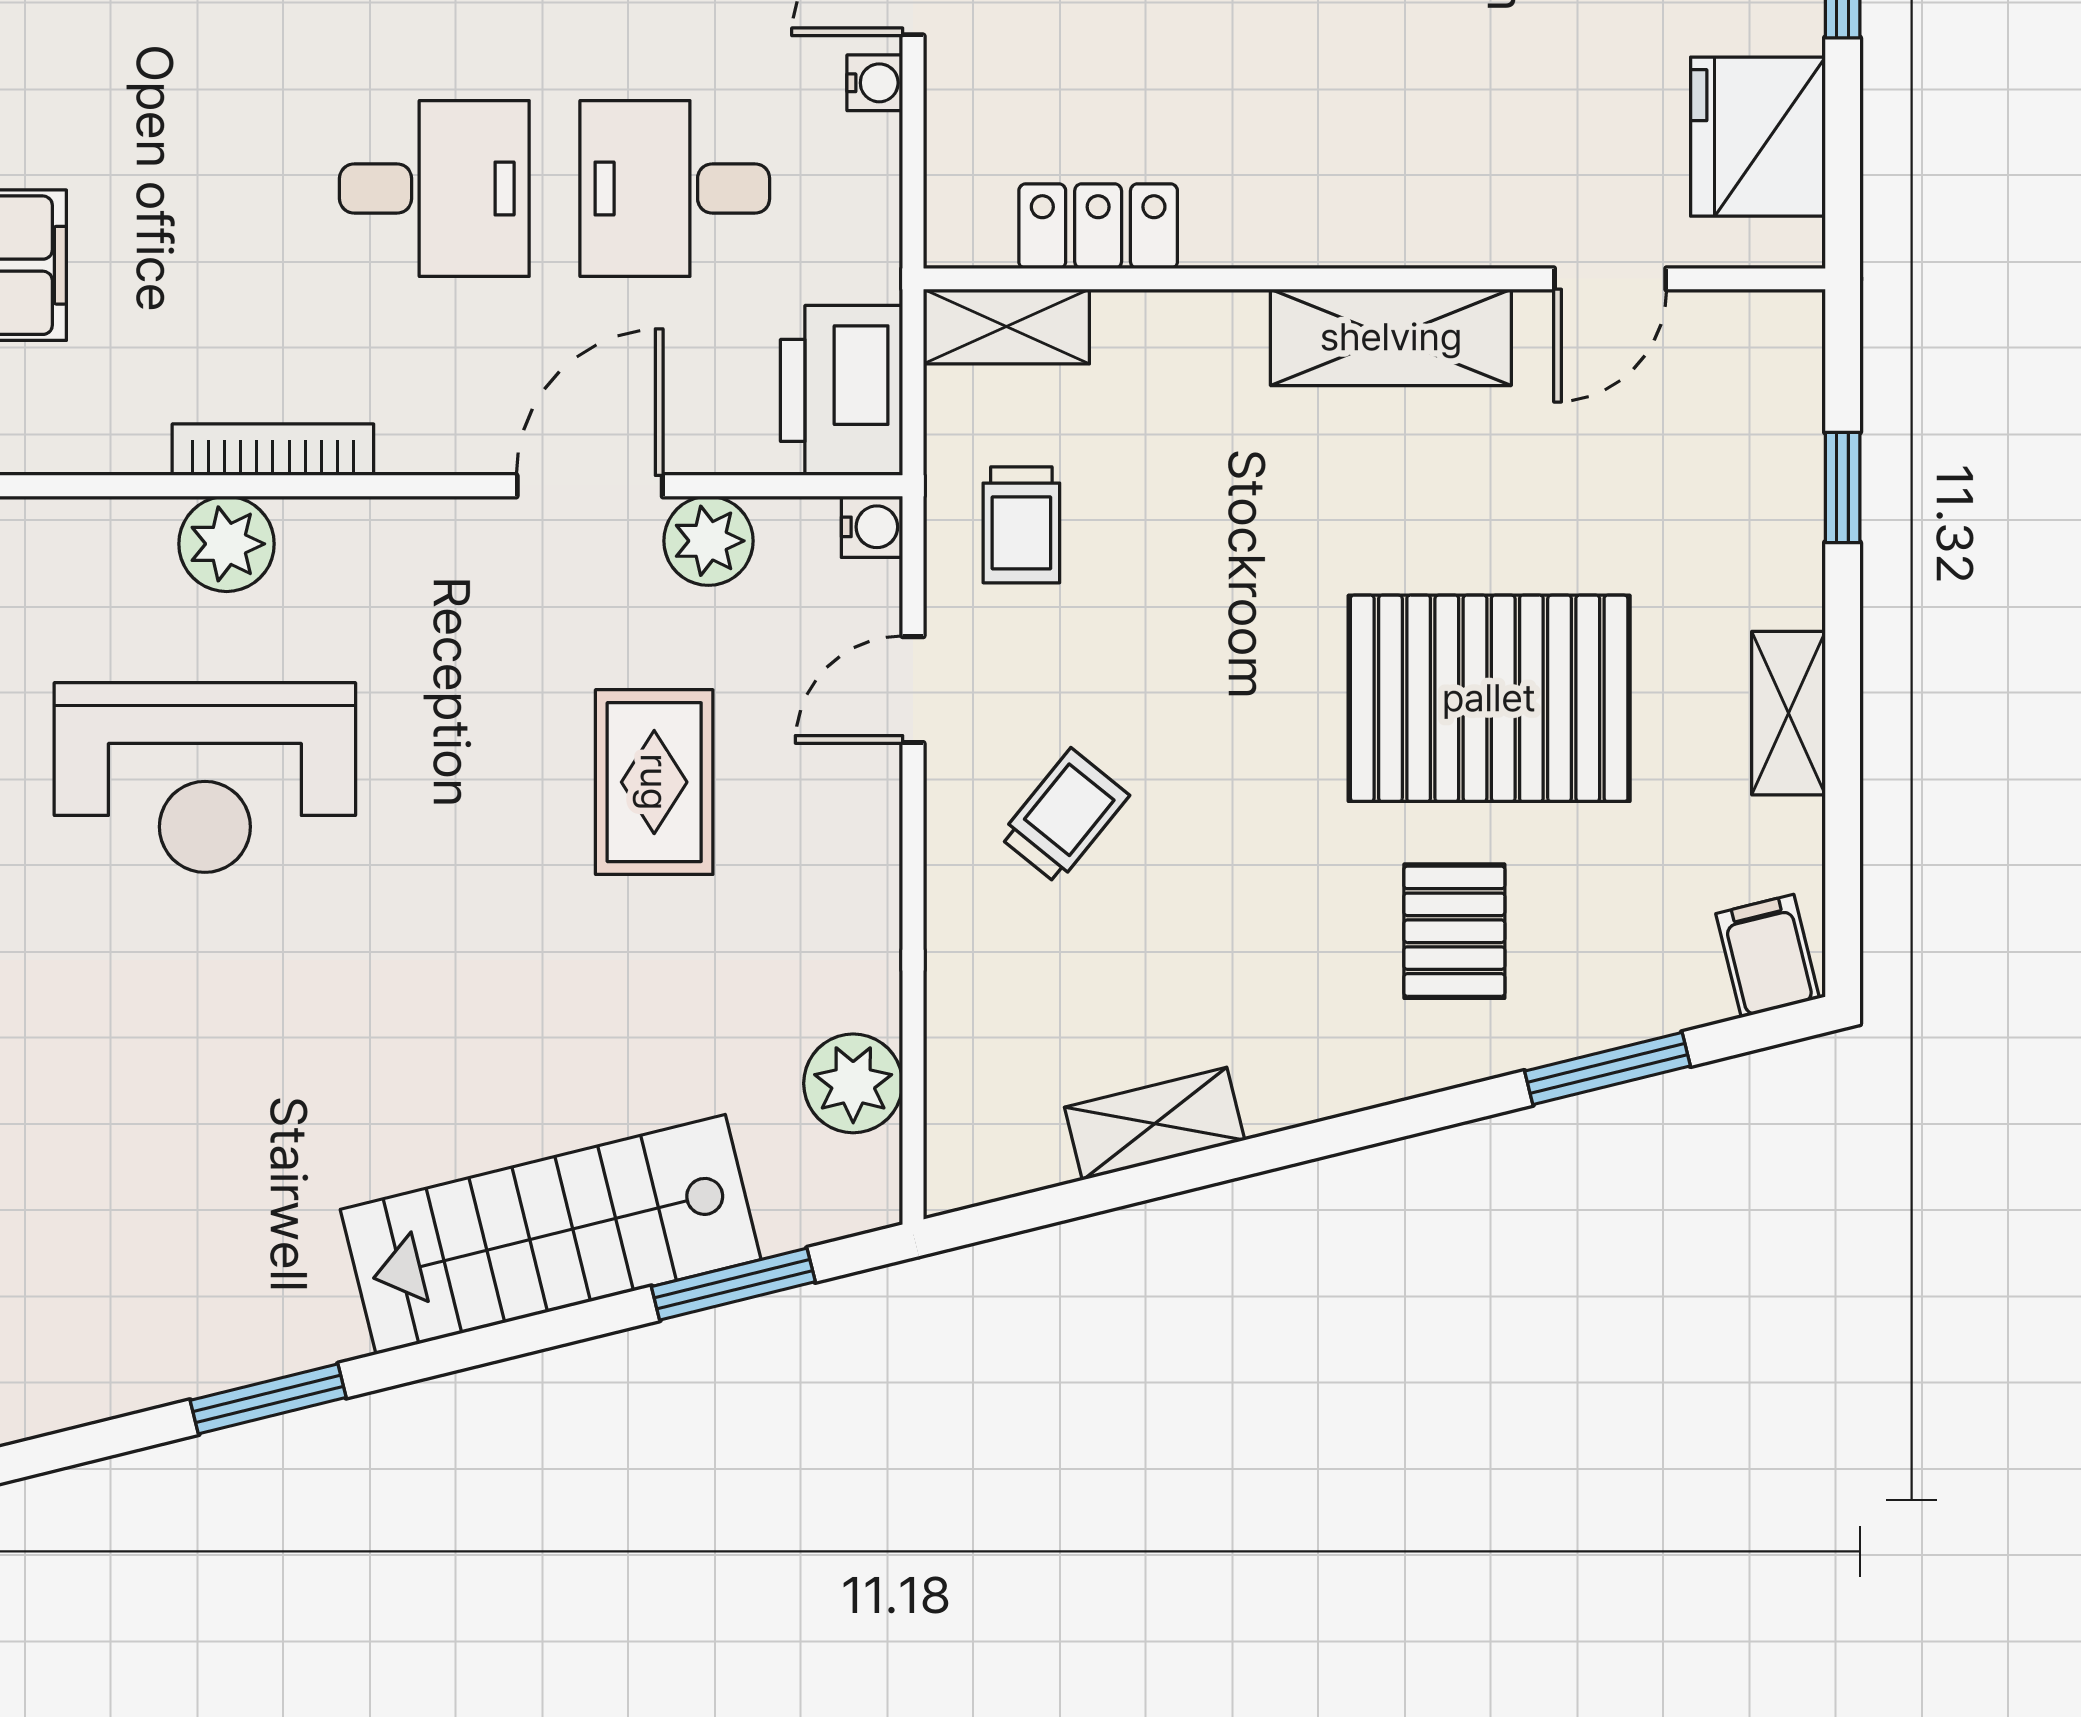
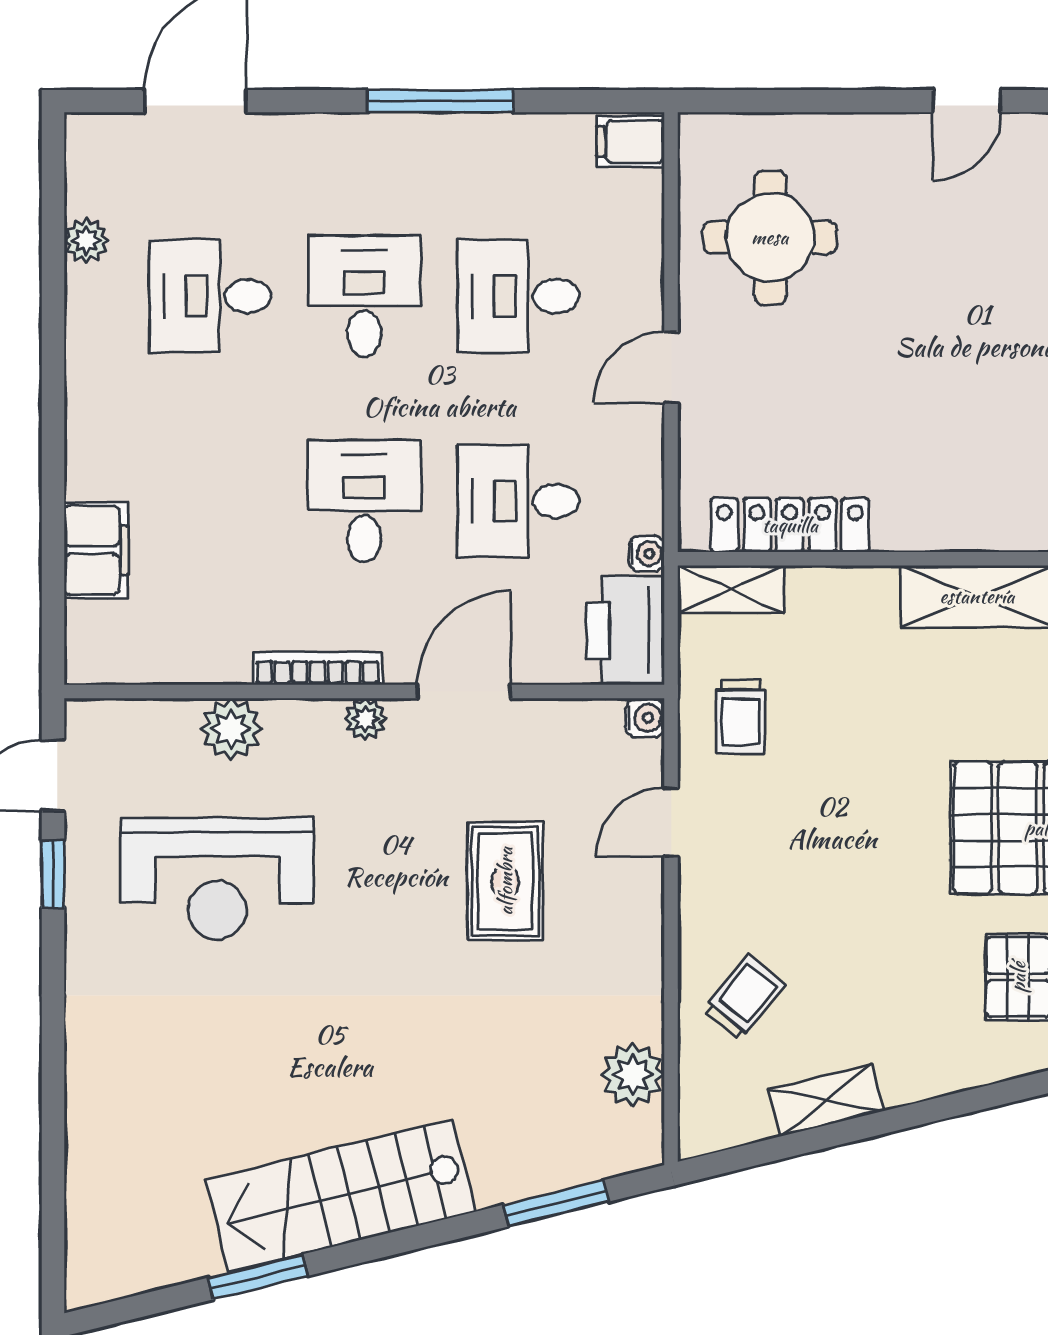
water cooler: (875, 83) -> (647, 554), moved
desk: (434, 189) -> (364, 501), turned -90
locker: (1098, 226) -> (790, 525), width x1.53
bookcase: (273, 450) -> (318, 668), moved
plant: (708, 541) -> (365, 719), moved, width x0.73, depth x0.73
trolley: (1064, 816) -> (744, 997), moved
stairs: (551, 1234) -> (341, 1196), moved

